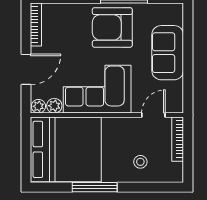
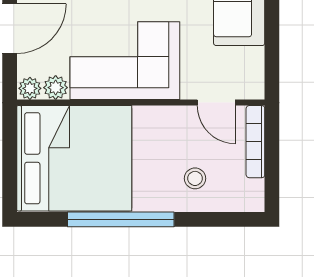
door: (153, 115) -> (216, 103), swing flipped
window: (95, 187) -> (121, 219), width x1.46

